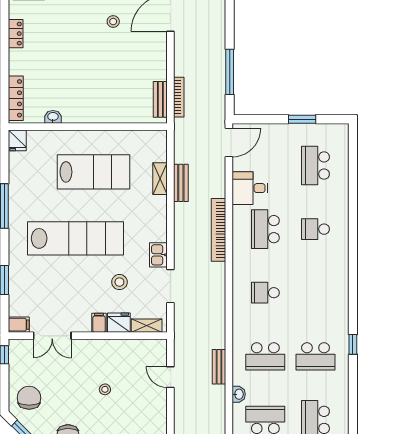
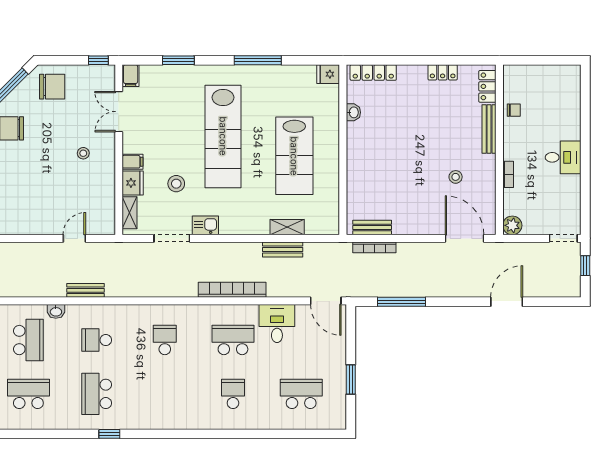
school desk: (265, 356) -> (97, 340), width x0.54
stool: (105, 389) -> (83, 153), moved

